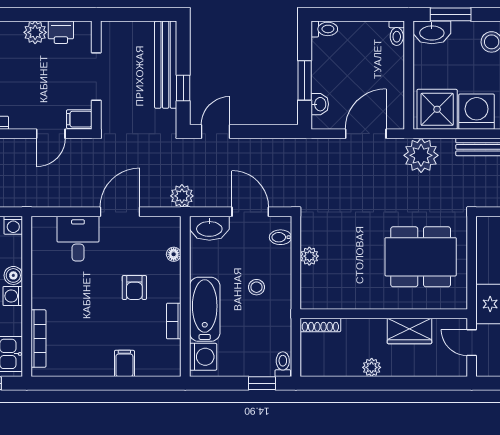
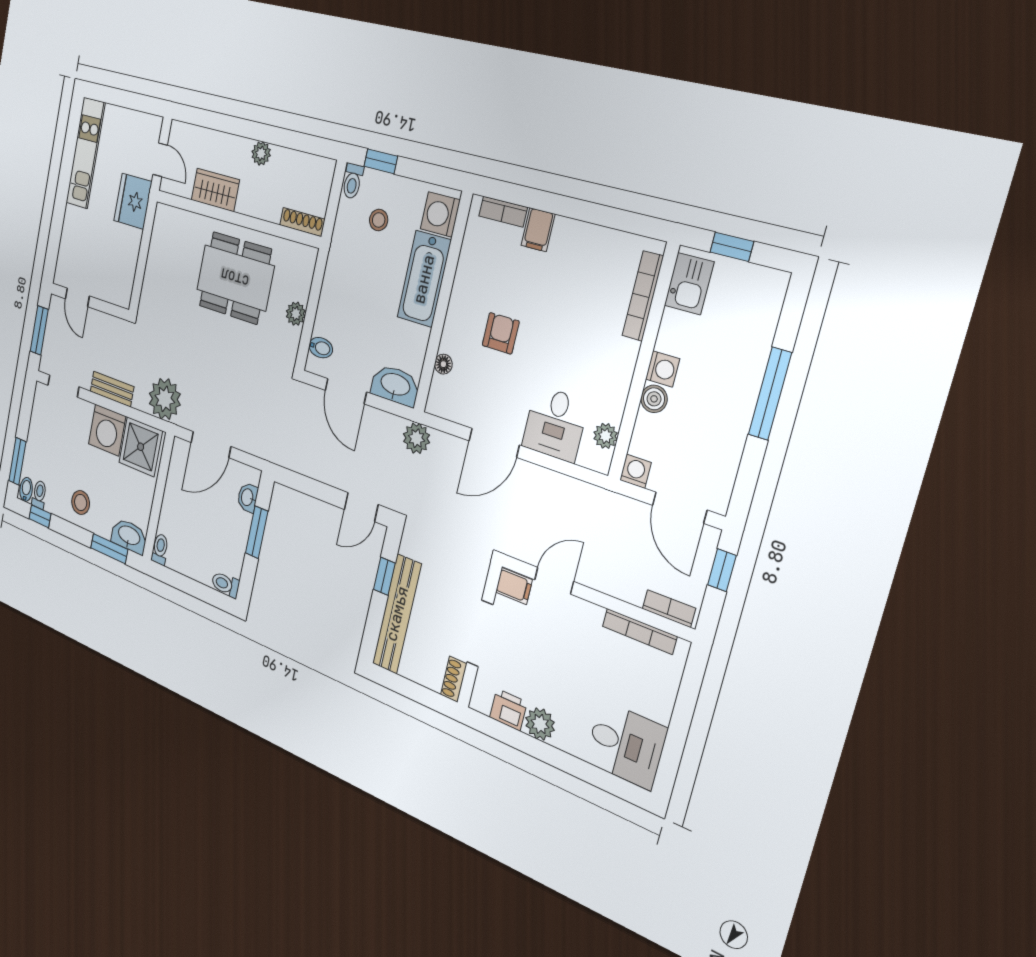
shoe rack: (108, 36) -> (454, 679), added
plant: (40, 242) -> (606, 436), added
dining table: (421, 257) -> (235, 278), moved
stool: (257, 287) -> (379, 220), moved
bookcase: (174, 321) -> (503, 212), moved, turned 90

